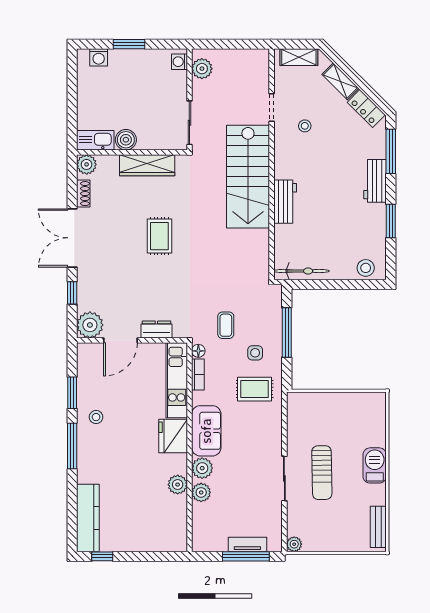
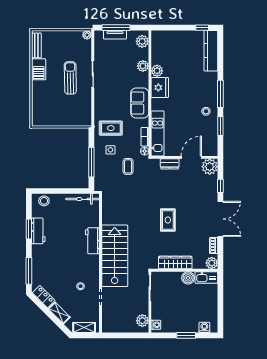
workbench: (375, 181) -> (38, 231), moved
fridge: (173, 436) -> (160, 88), moved
barbecue: (375, 465) -> (39, 69), moved
plant: (202, 468) -> (142, 41), moved

